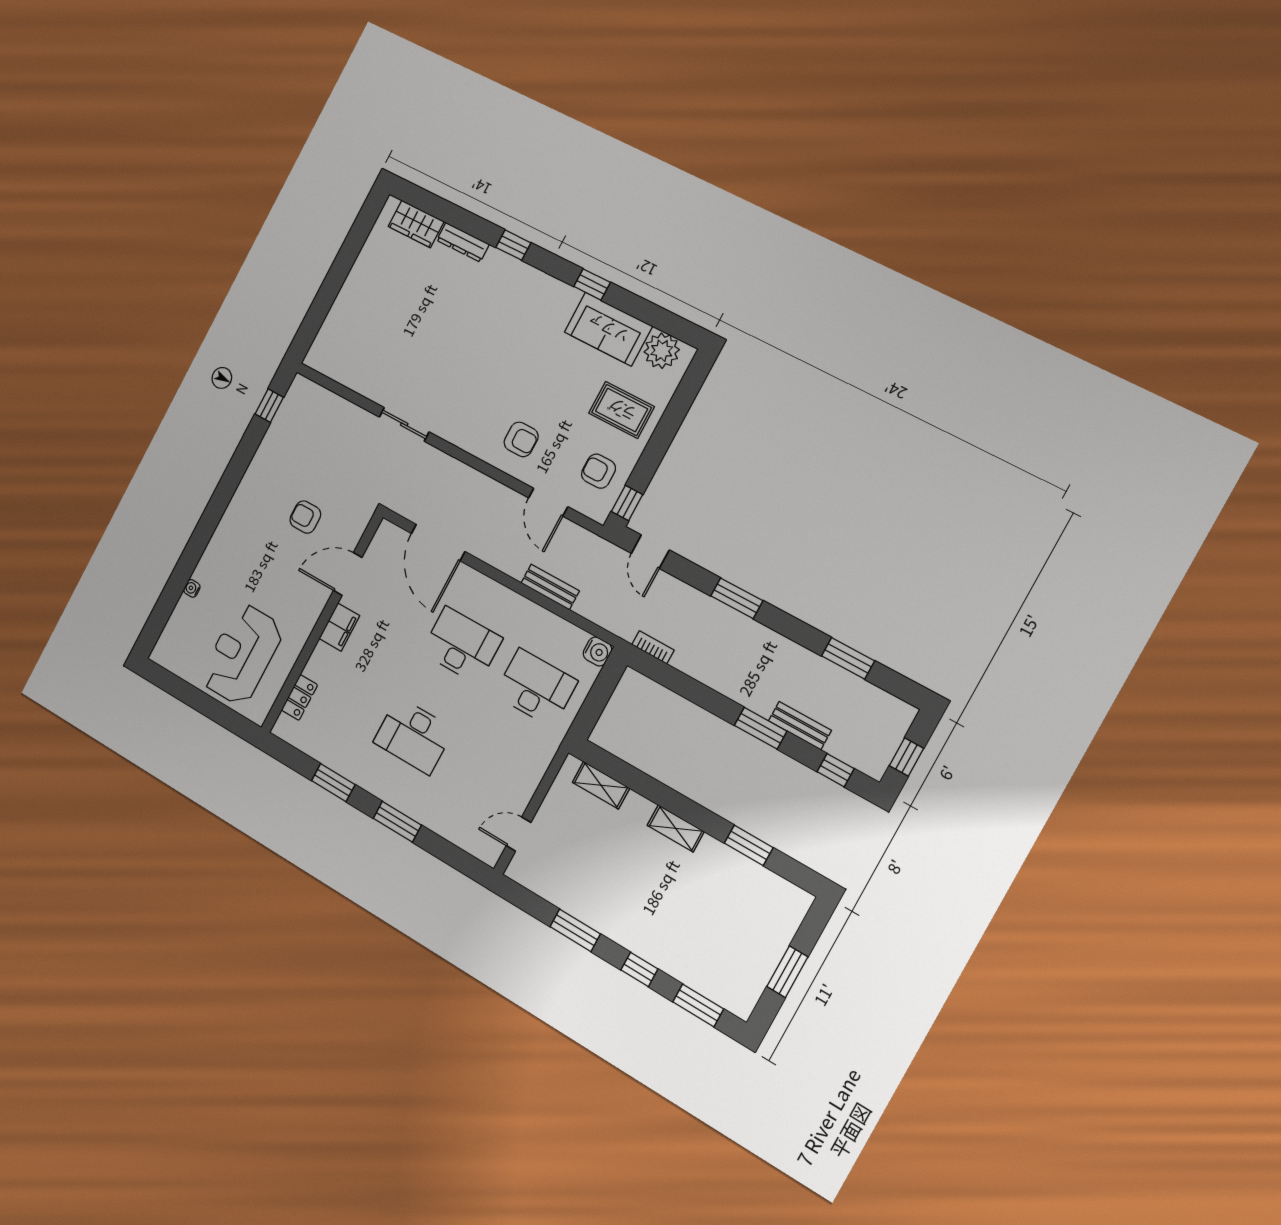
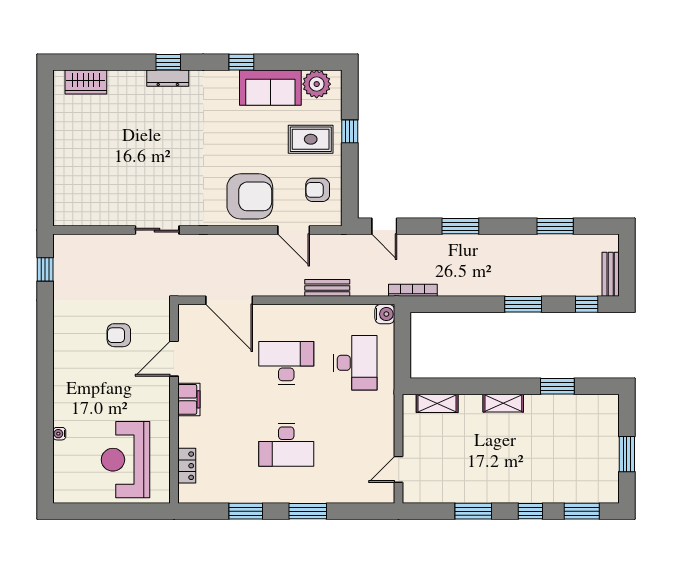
dresser: (463, 242) -> (168, 78), moved
armchair: (521, 439) -> (250, 196), width x1.88, depth x1.88
window: (627, 503) -> (350, 131), moved
bookcase: (653, 647) -> (413, 290), width x1.56
desk: (536, 688) -> (355, 363), turned 90
bench: (800, 726) -> (611, 274), moved, turned 90
window: (906, 757) -> (627, 270), removed

